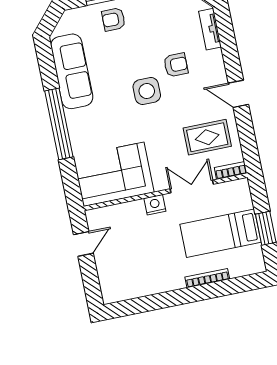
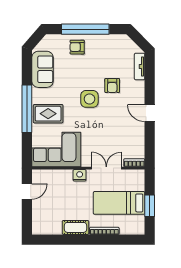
armchair: (176, 65) -> (112, 86), turned 90
sofa: (72, 71) -> (43, 69), width x0.73
rug: (207, 137) -> (48, 114), moved
cot: (164, 282) -> (75, 227), added

